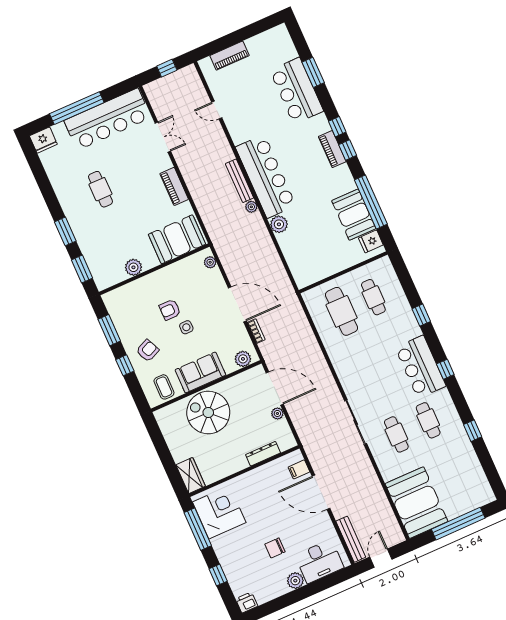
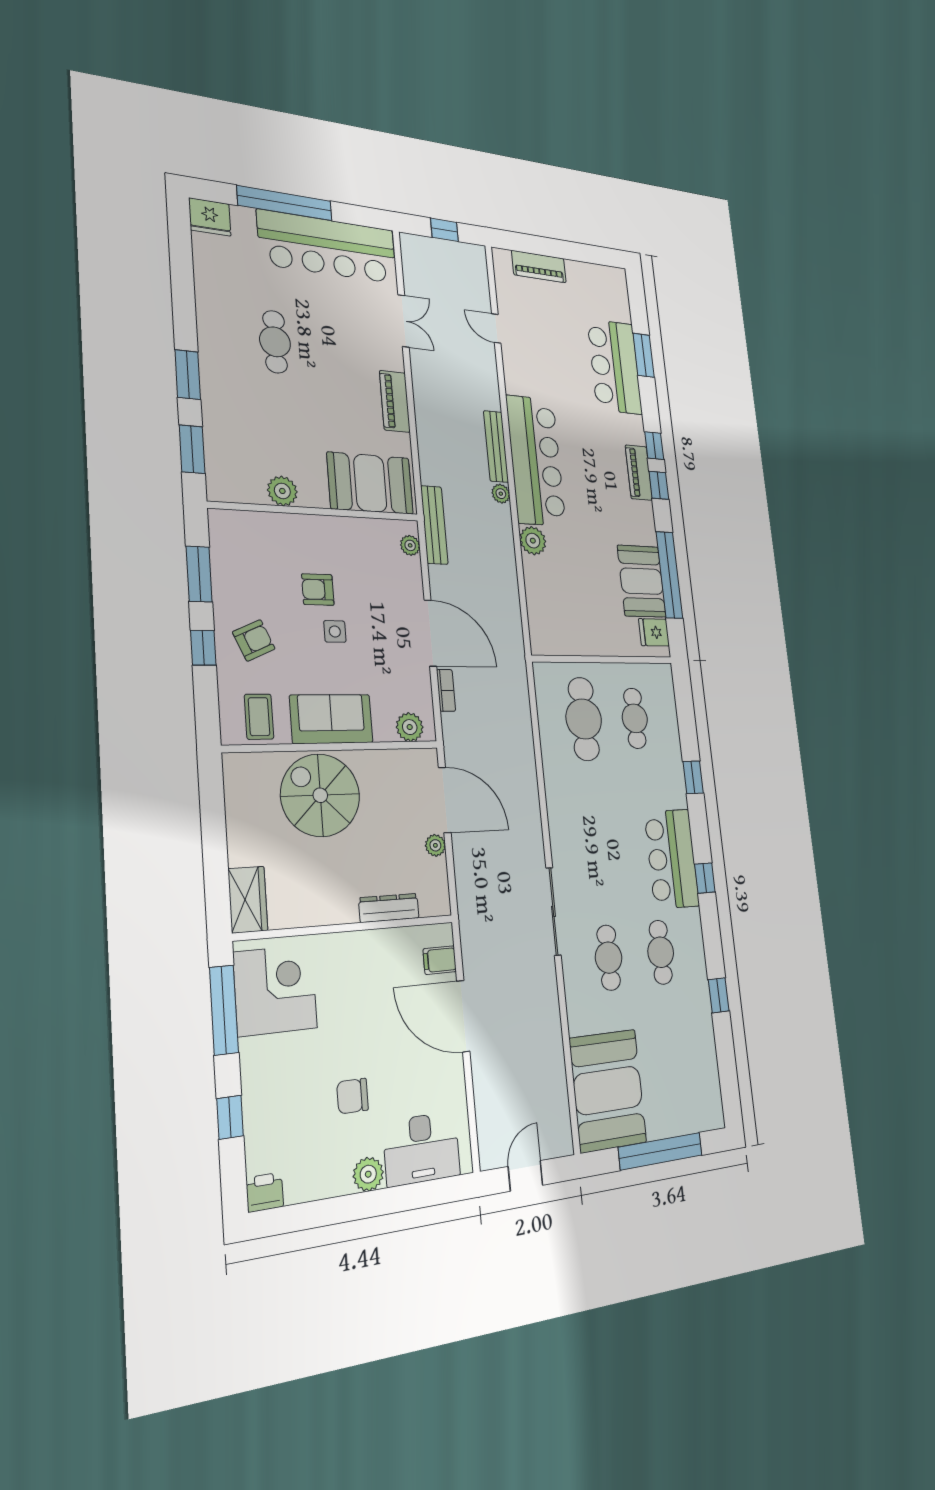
bench: (351, 539) -> (434, 525), moved

